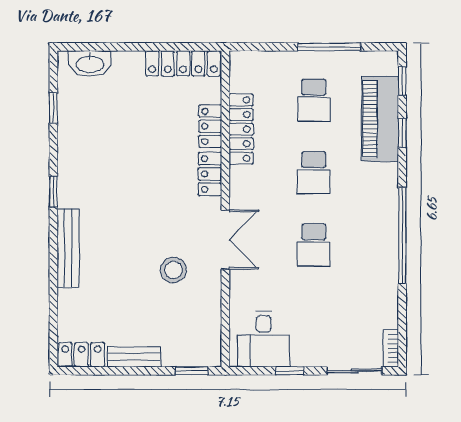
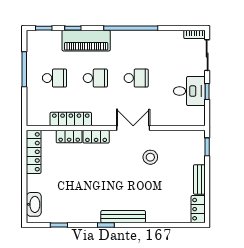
piano: (380, 119) -> (86, 41), moved
bench: (68, 248) -> (123, 217), moved
desk: (264, 339) -> (189, 91), moved

